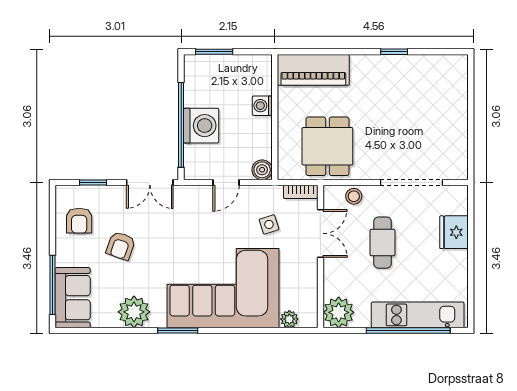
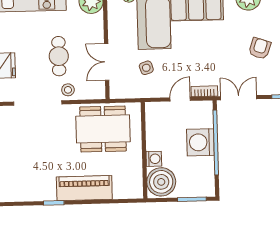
piano: (313, 70) -> (84, 188), moved
dining table: (327, 146) -> (103, 129), width x1.38
boiler: (262, 170) -> (161, 182), moved, width x1.86, depth x1.86
bookcase: (301, 192) -> (204, 91), moved
stool: (354, 196) -> (68, 90), moved

